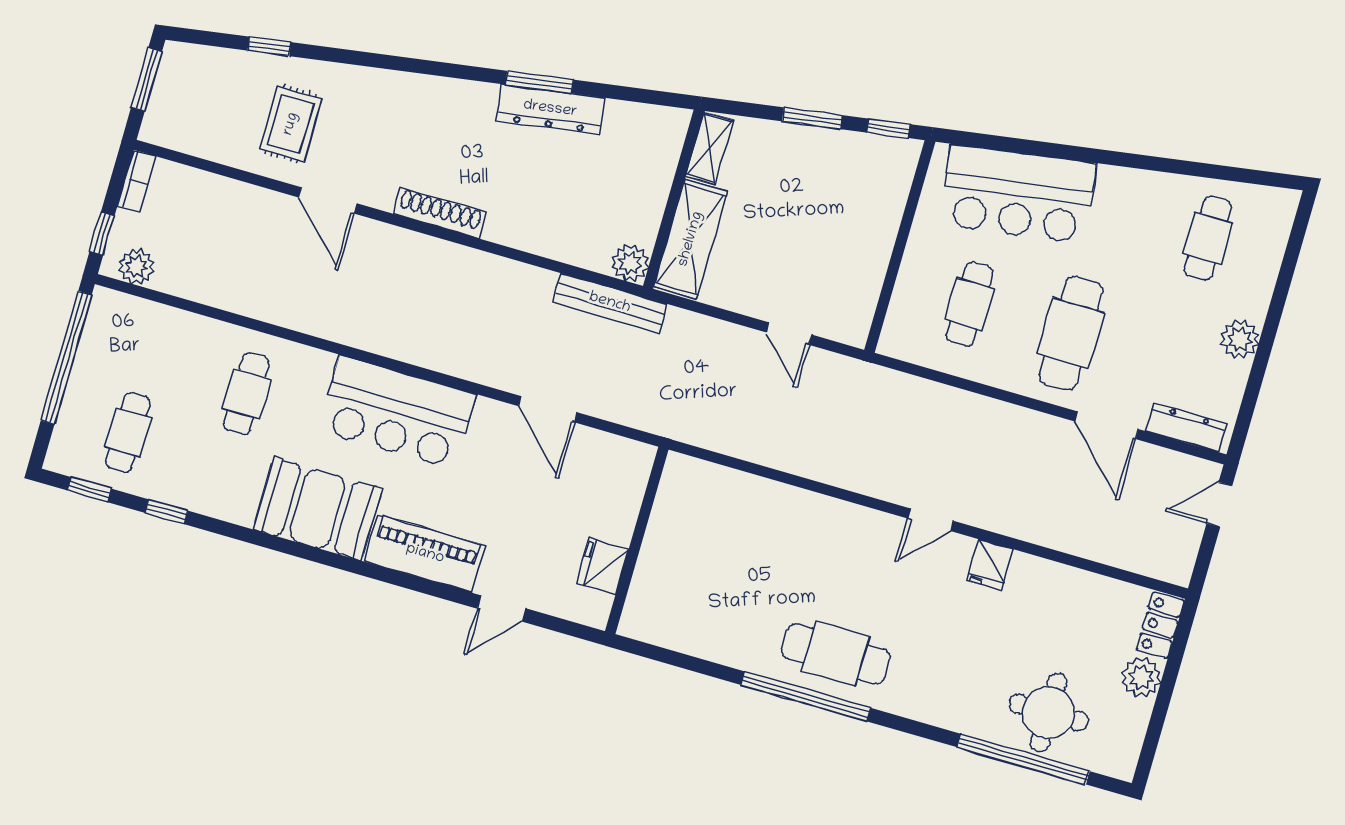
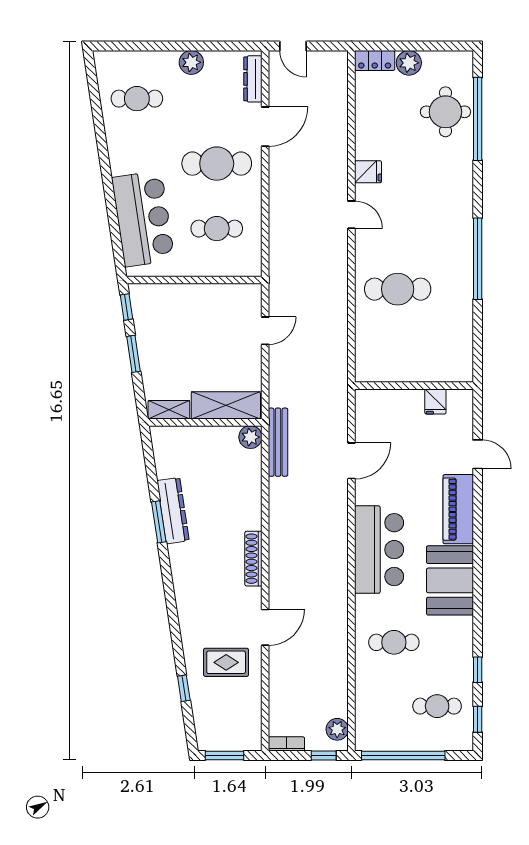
fridge: (602, 566) -> (435, 402), width x0.72
cafe table: (836, 654) -> (398, 289), moved, turned 90

